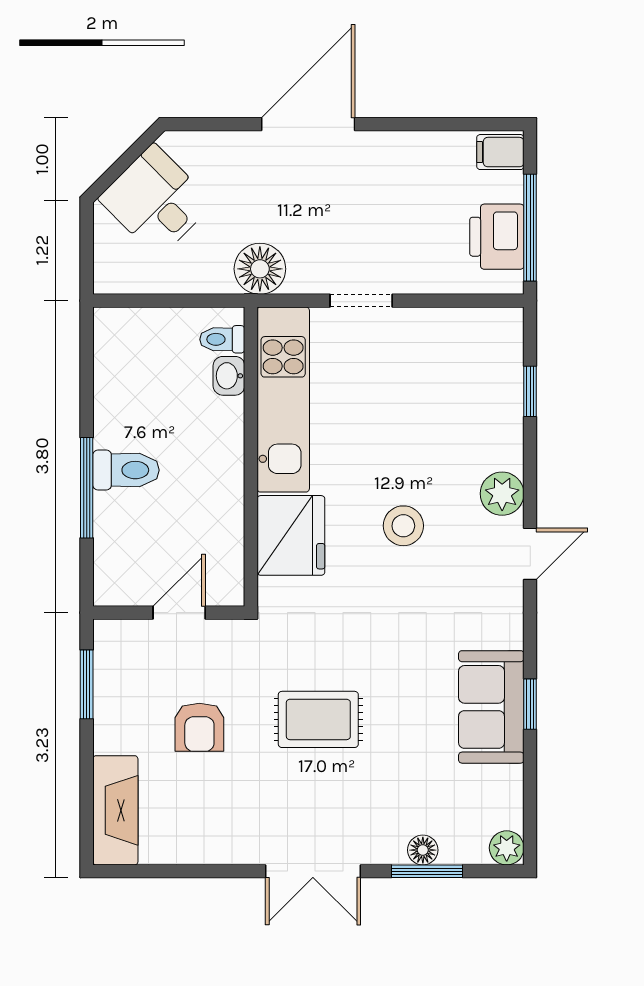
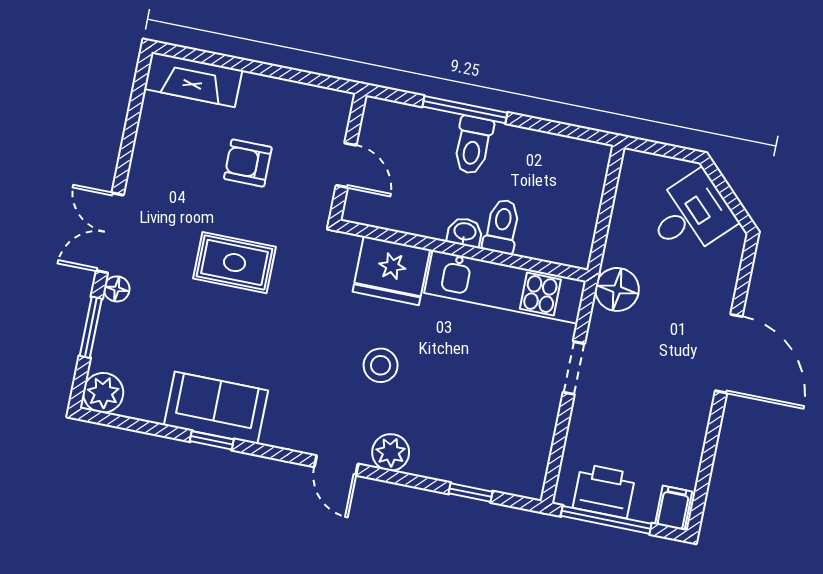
toilet: (222, 339) -> (502, 226), moved, width x1.37, depth x1.39
washbasin: (229, 376) -> (465, 232), moved
window: (87, 684) -> (302, 77), removed
rug: (318, 719) -> (235, 263), turned 90
plant: (507, 848) -> (103, 393), width x1.38, depth x1.38
floor lamp: (423, 850) -> (117, 289), moved

